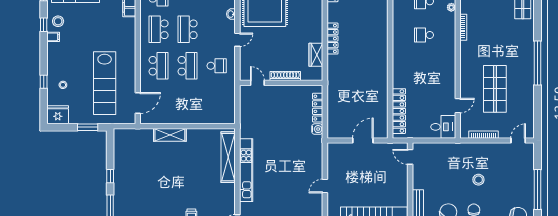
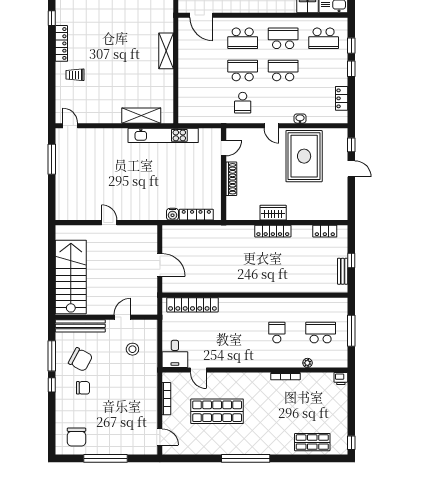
wardrobe: (316, 55) -> (273, 213), moved
school desk: (188, 66) -> (243, 70), turned 180
shelving: (228, 157) -> (141, 116), width x0.68
door: (410, 157) -> (122, 317), moved
kitchen unit: (246, 170) -> (163, 135), moved
stool: (478, 180) -> (132, 349), moved

